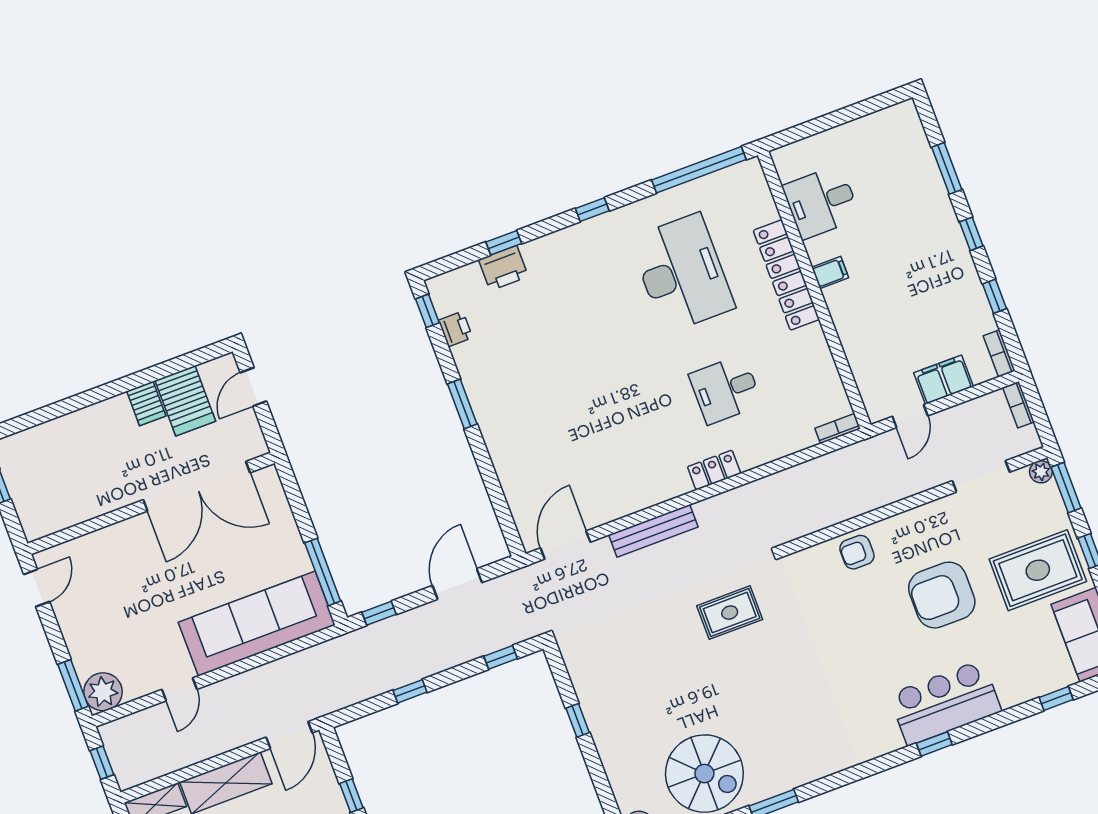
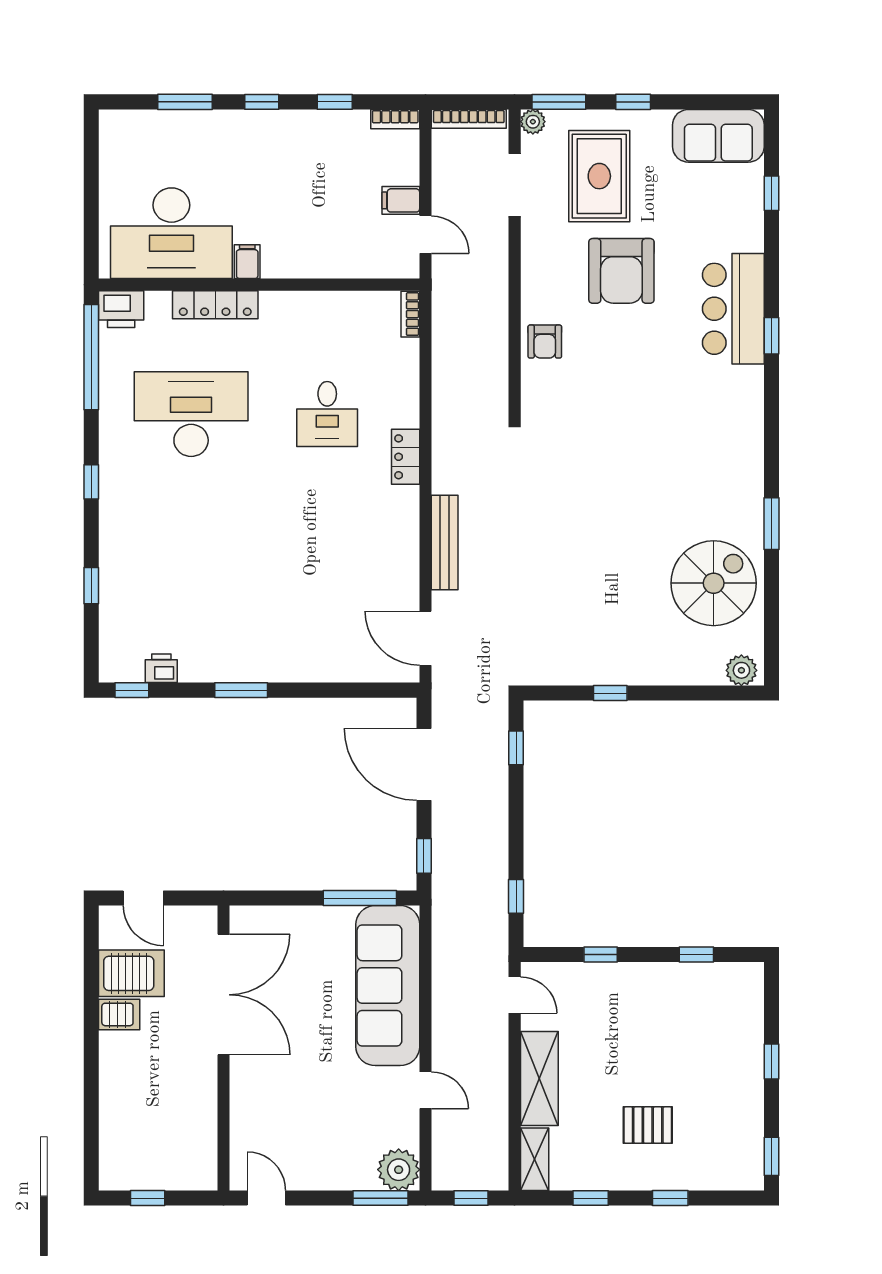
desk: (821, 202) -> (171, 233), width x1.87, depth x1.30
printer: (503, 268) -> (121, 309), moved, turned 90
locker: (786, 275) -> (215, 305), width x0.71, depth x0.83
filing cabinet: (943, 380) -> (401, 200), width x0.50
bookcase: (1019, 405) -> (469, 119), width x1.56
rug: (1038, 570) -> (599, 176), moved
door: (457, 584) -> (424, 764), width x1.36
rug: (730, 613) -> (558, 495), removed
window: (410, 691) -> (516, 896), moved
door: (289, 735) -> (515, 995), width x0.73

